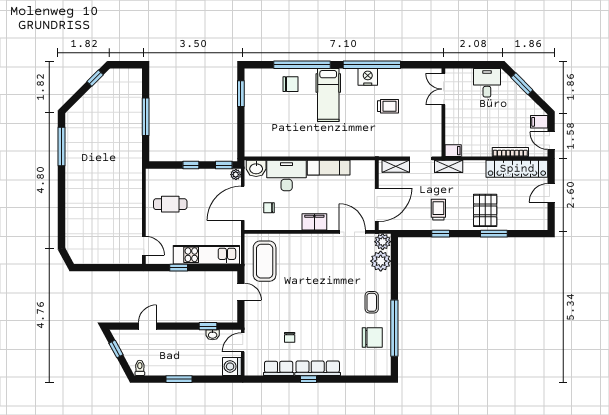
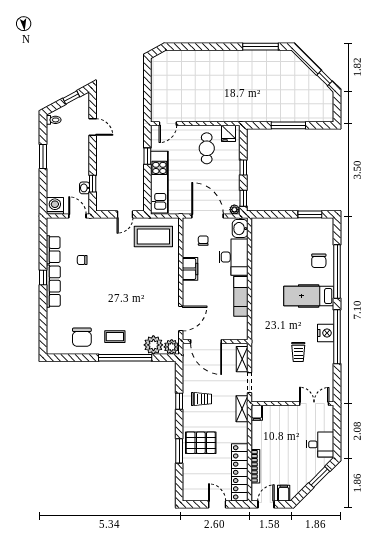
fridge: (154, 181) -> (229, 133), added
filing cabinet: (314, 222) -> (190, 269), moved
window: (394, 328) -> (125, 358), moved

